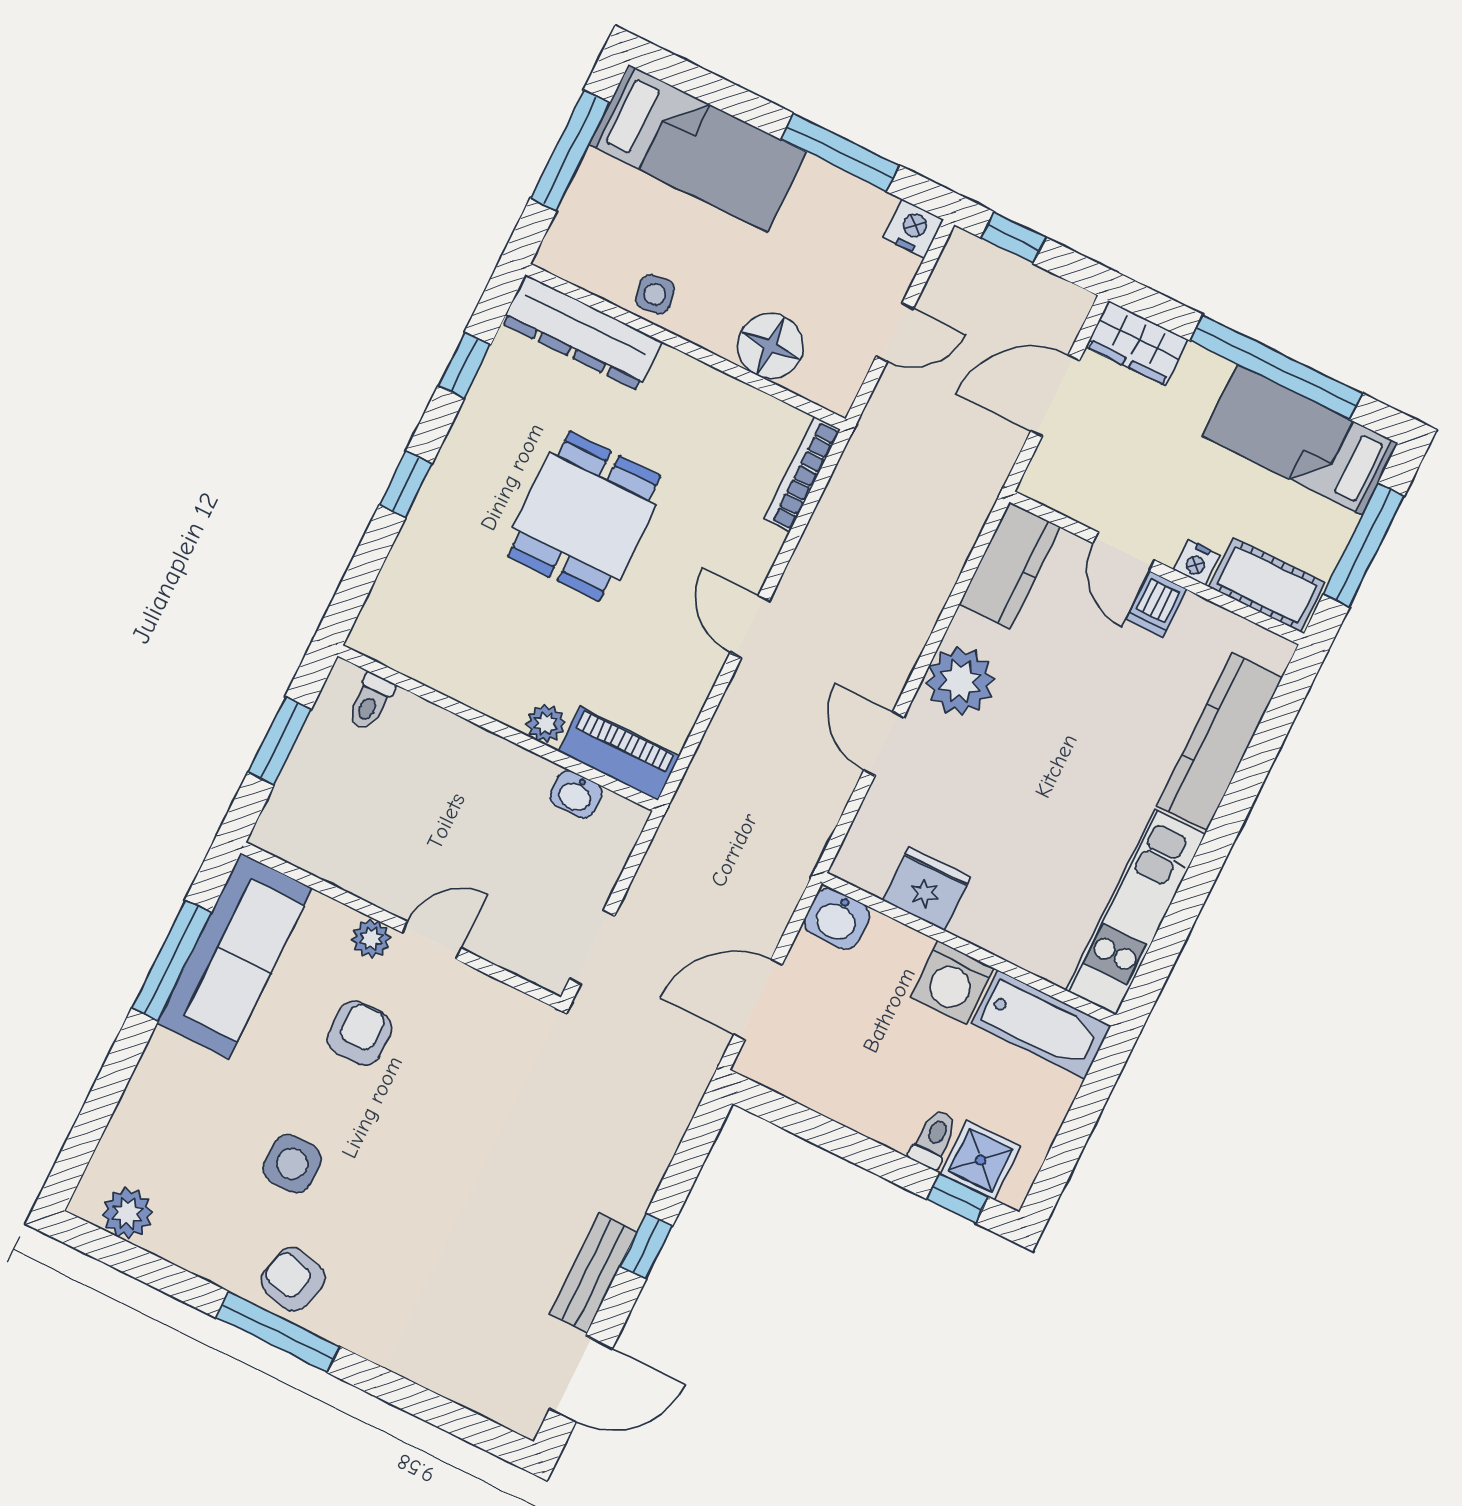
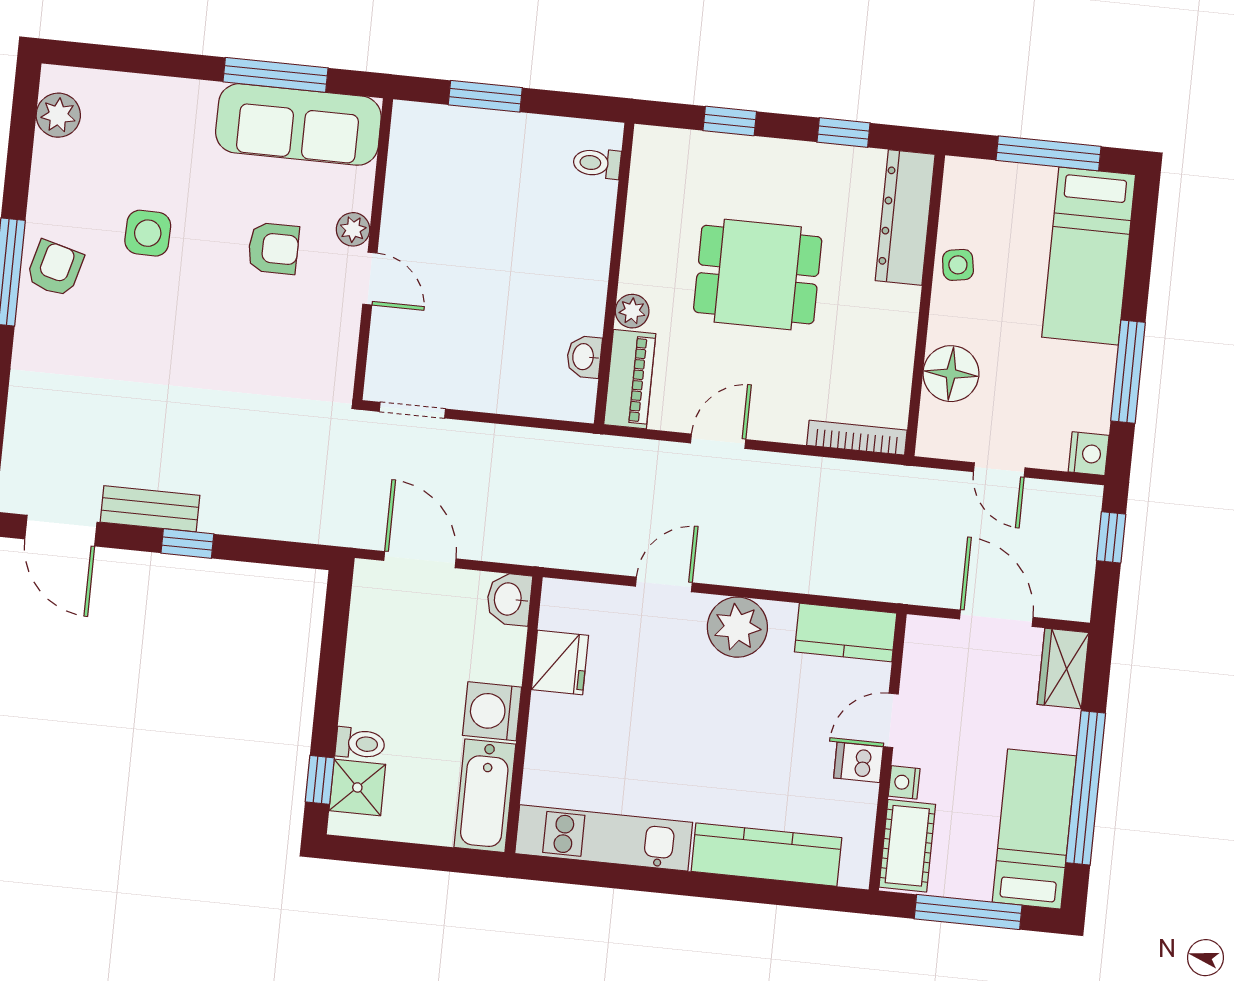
toilet: (370, 702) -> (597, 163), moved
plant: (546, 724) -> (632, 311), moved
wall: (498, 728) -> (614, 274), moved
piano: (619, 754) -> (630, 379), moved
washbasin: (576, 794) -> (584, 357), moved

